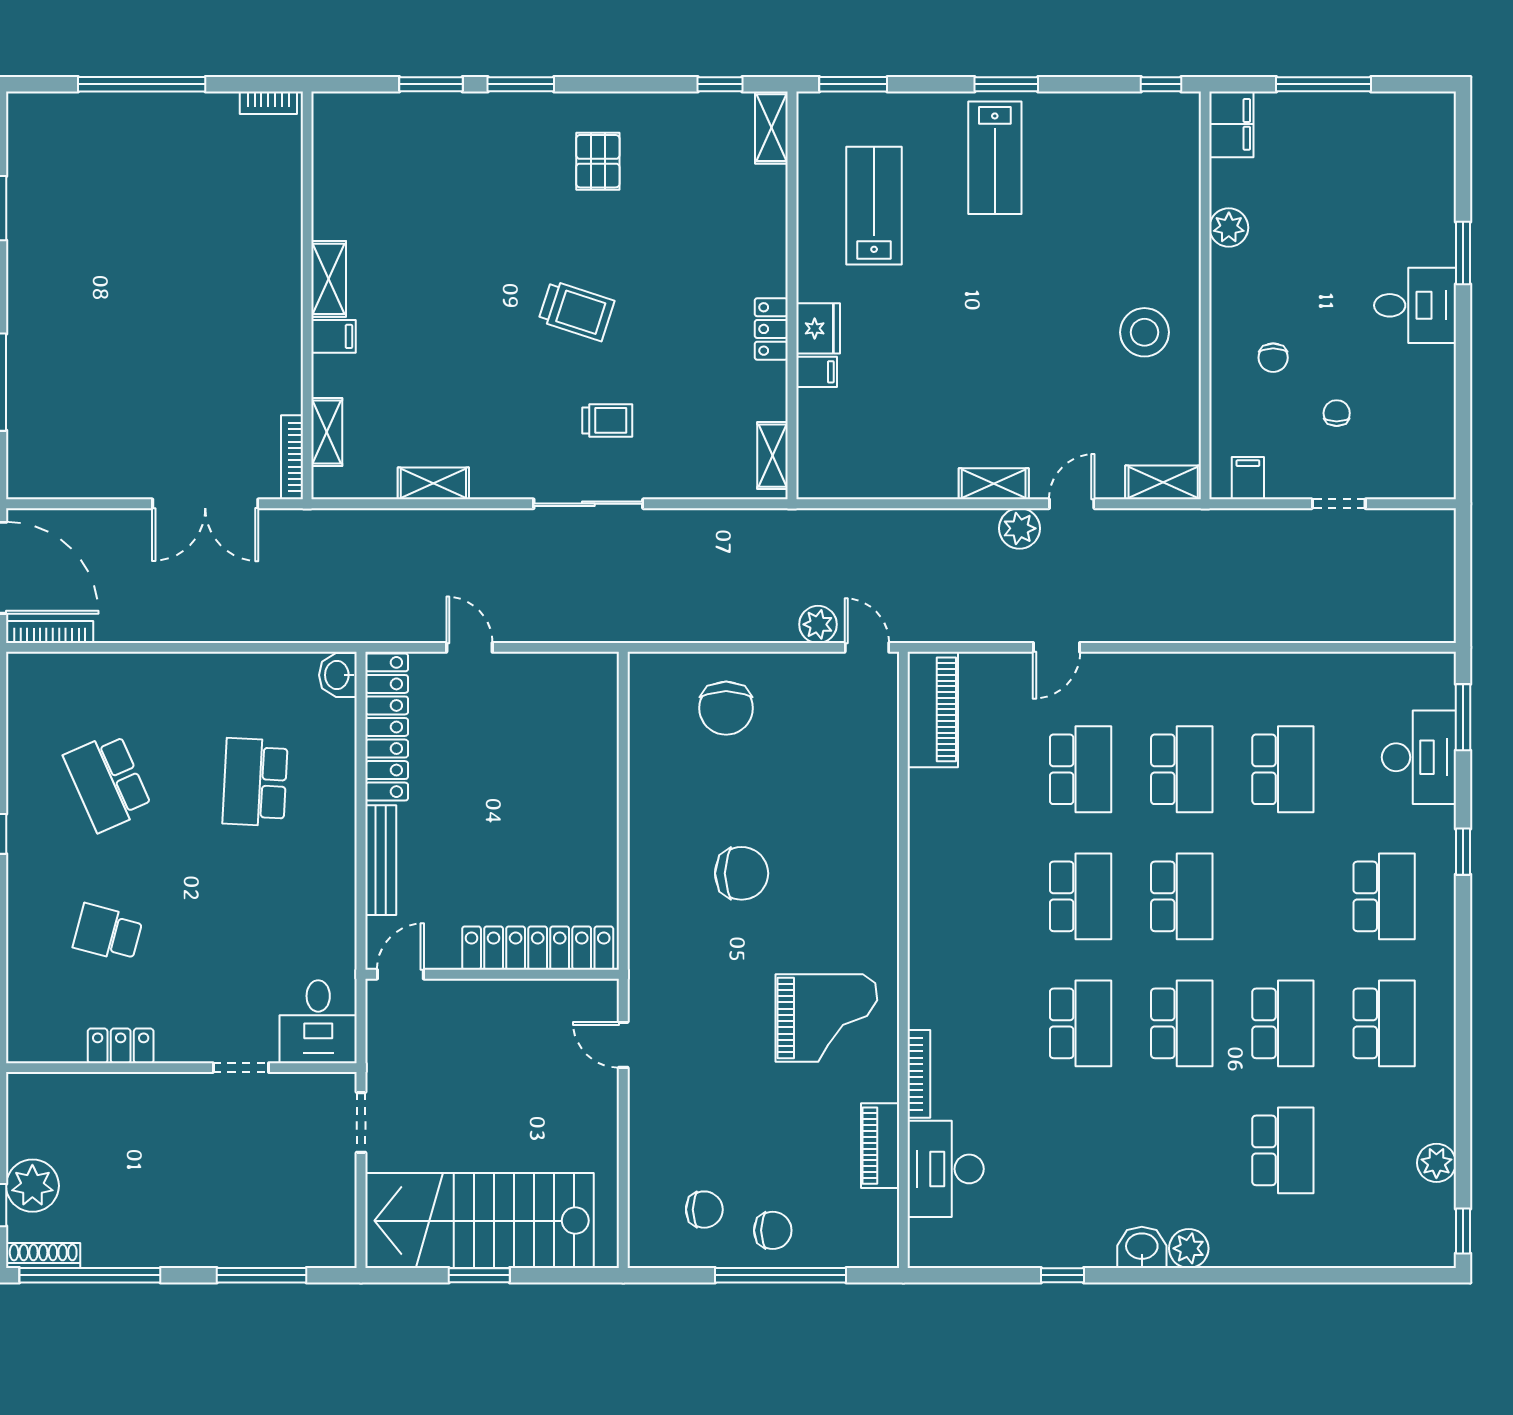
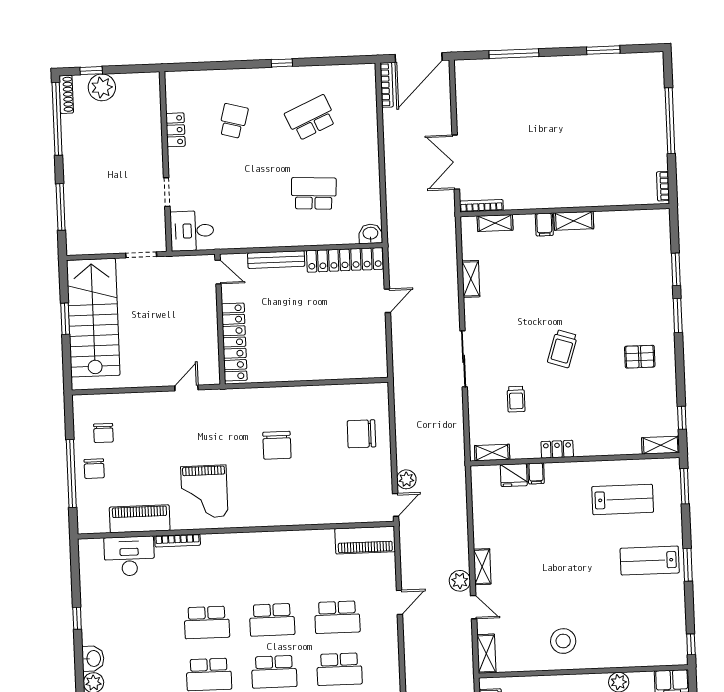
fridge: (818, 328) -> (514, 475), moved
trolley: (607, 420) -> (516, 399), moved
door: (1057, 647) -> (399, 602), swing flipped
piano: (880, 1146) -> (140, 519), width x1.37, depth x1.33

